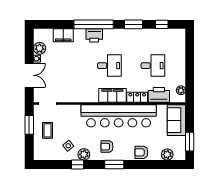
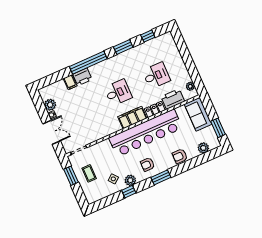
filing cabinet: (63, 35) -> (70, 82), width x0.50
printer: (94, 35) -> (82, 77), moved

